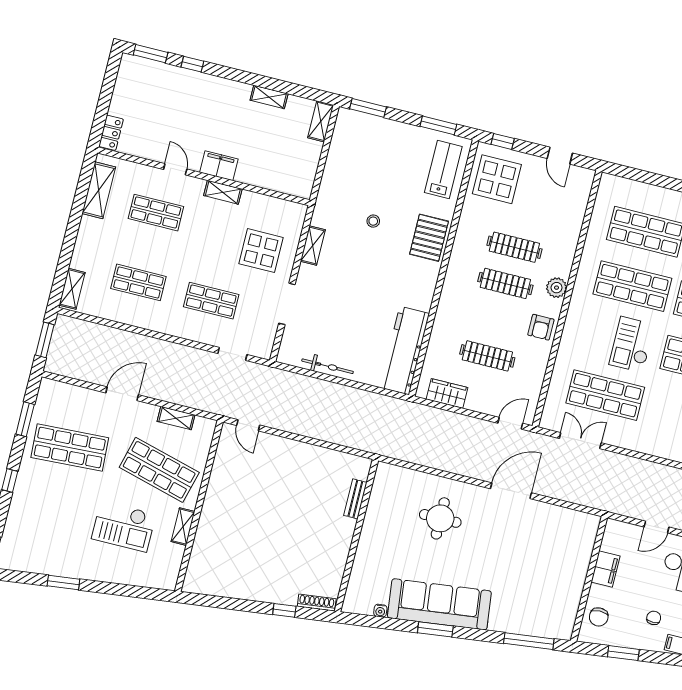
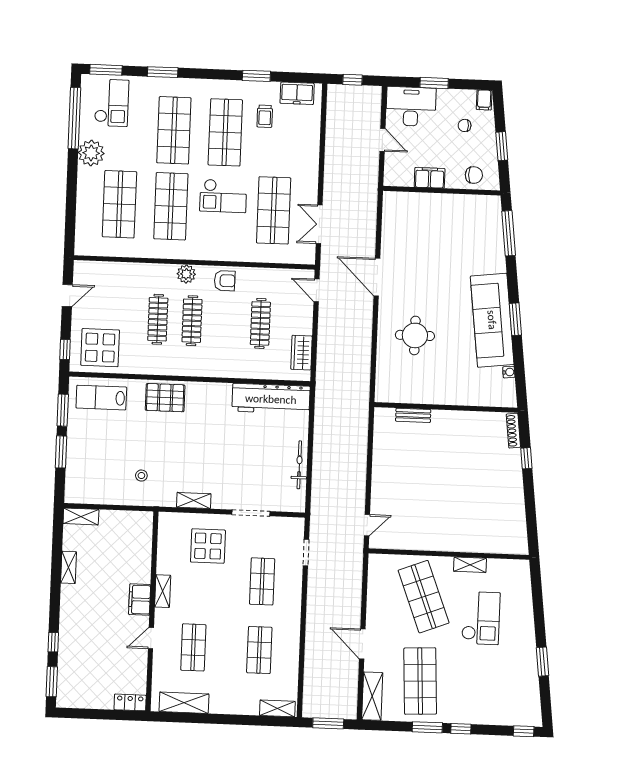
window: (368, 108) -> (61, 452), moved
stool: (373, 221) -> (141, 476), moved
shelving: (176, 418) -> (372, 696), moved, width x1.50, depth x1.33
window: (25, 419) -> (427, 727), moved
shop shelf: (159, 470) -> (424, 597), turned -36

